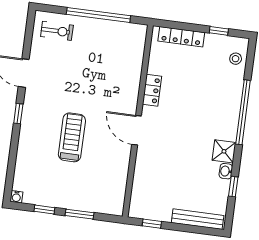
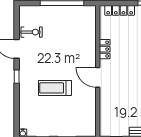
exercise bike: (57, 31) -> (32, 32), moved
treadmill: (72, 137) -> (55, 88), turned -90

